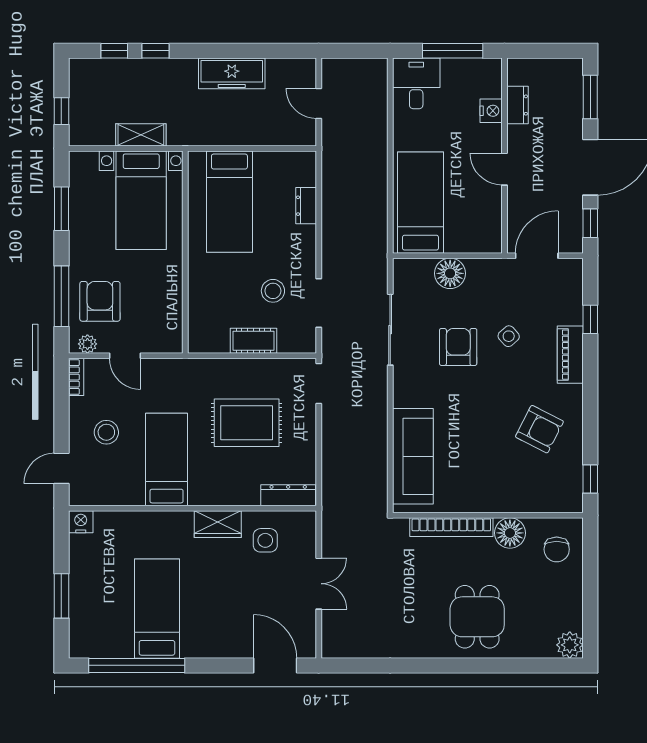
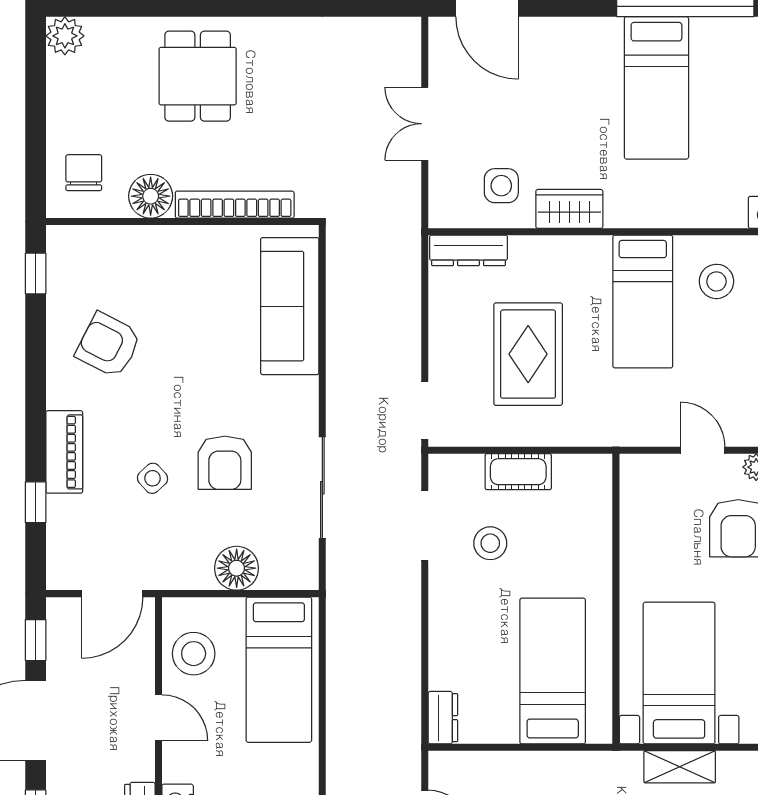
dresser: (306, 206) -> (443, 718), moved
stool: (480, 214) -> (194, 654), added
rug: (247, 423) -> (528, 354), turned 90
stool: (106, 432) -> (716, 281), moved

